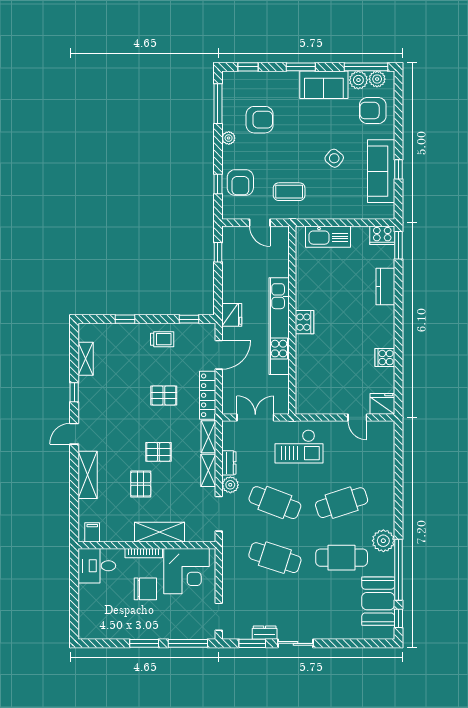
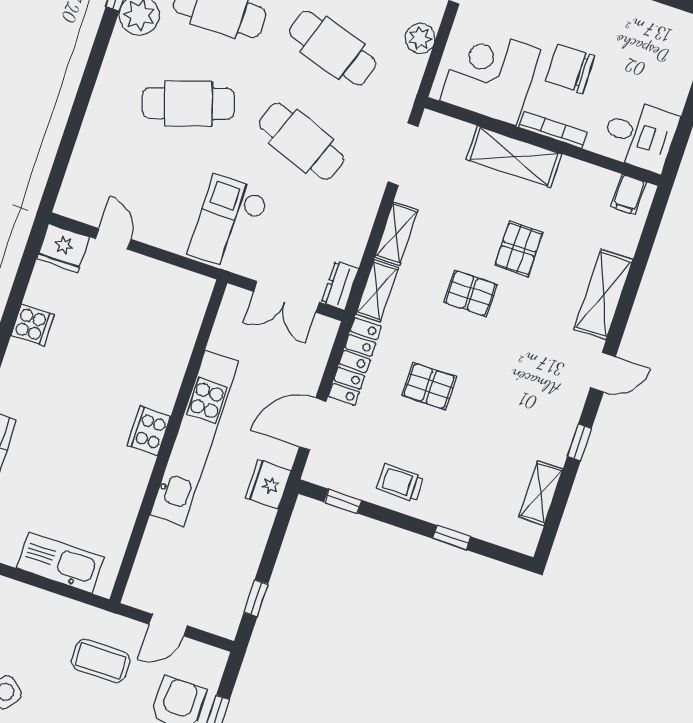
door: (260, 223) -> (168, 625), swing flipped
checkout: (299, 446) -> (229, 223), turned -90
dresser: (229, 463) -> (340, 286), moved
plant: (230, 485) -> (420, 38), moved

